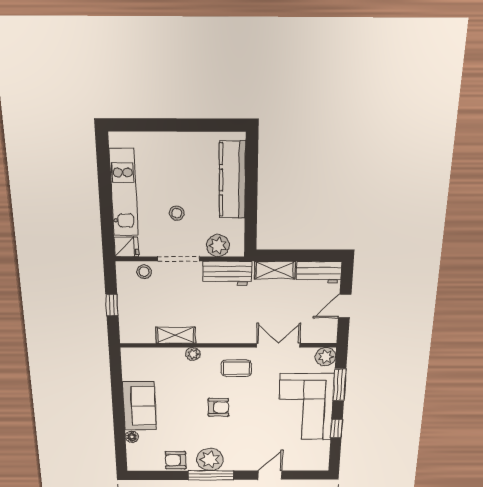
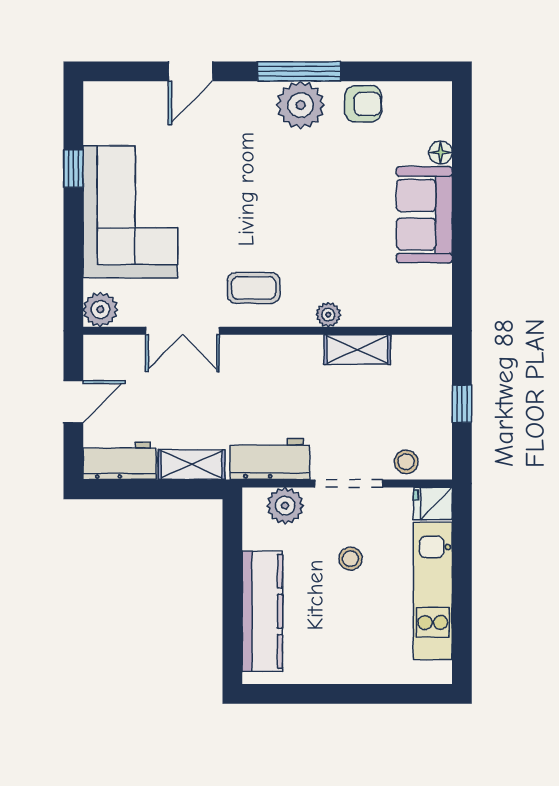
window: (339, 385) -> (73, 256), removed
armchair: (218, 407) -> (285, 212), removed

